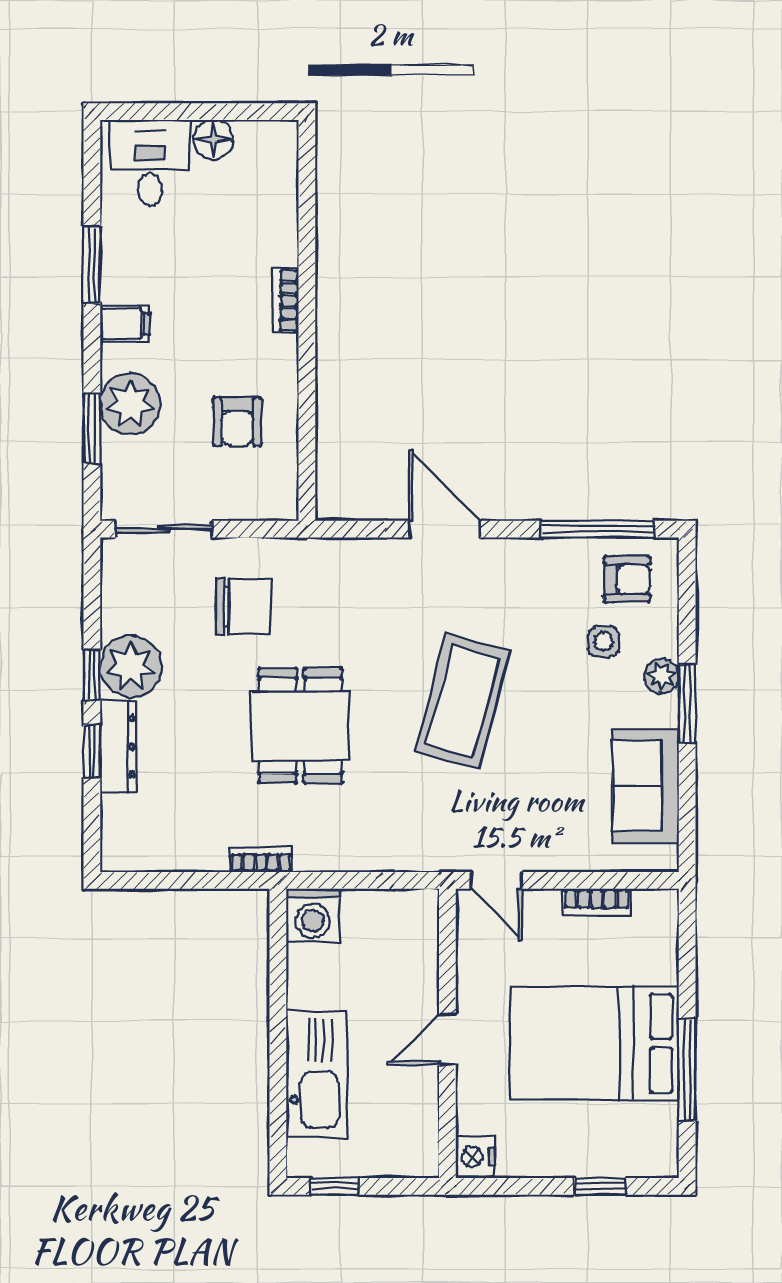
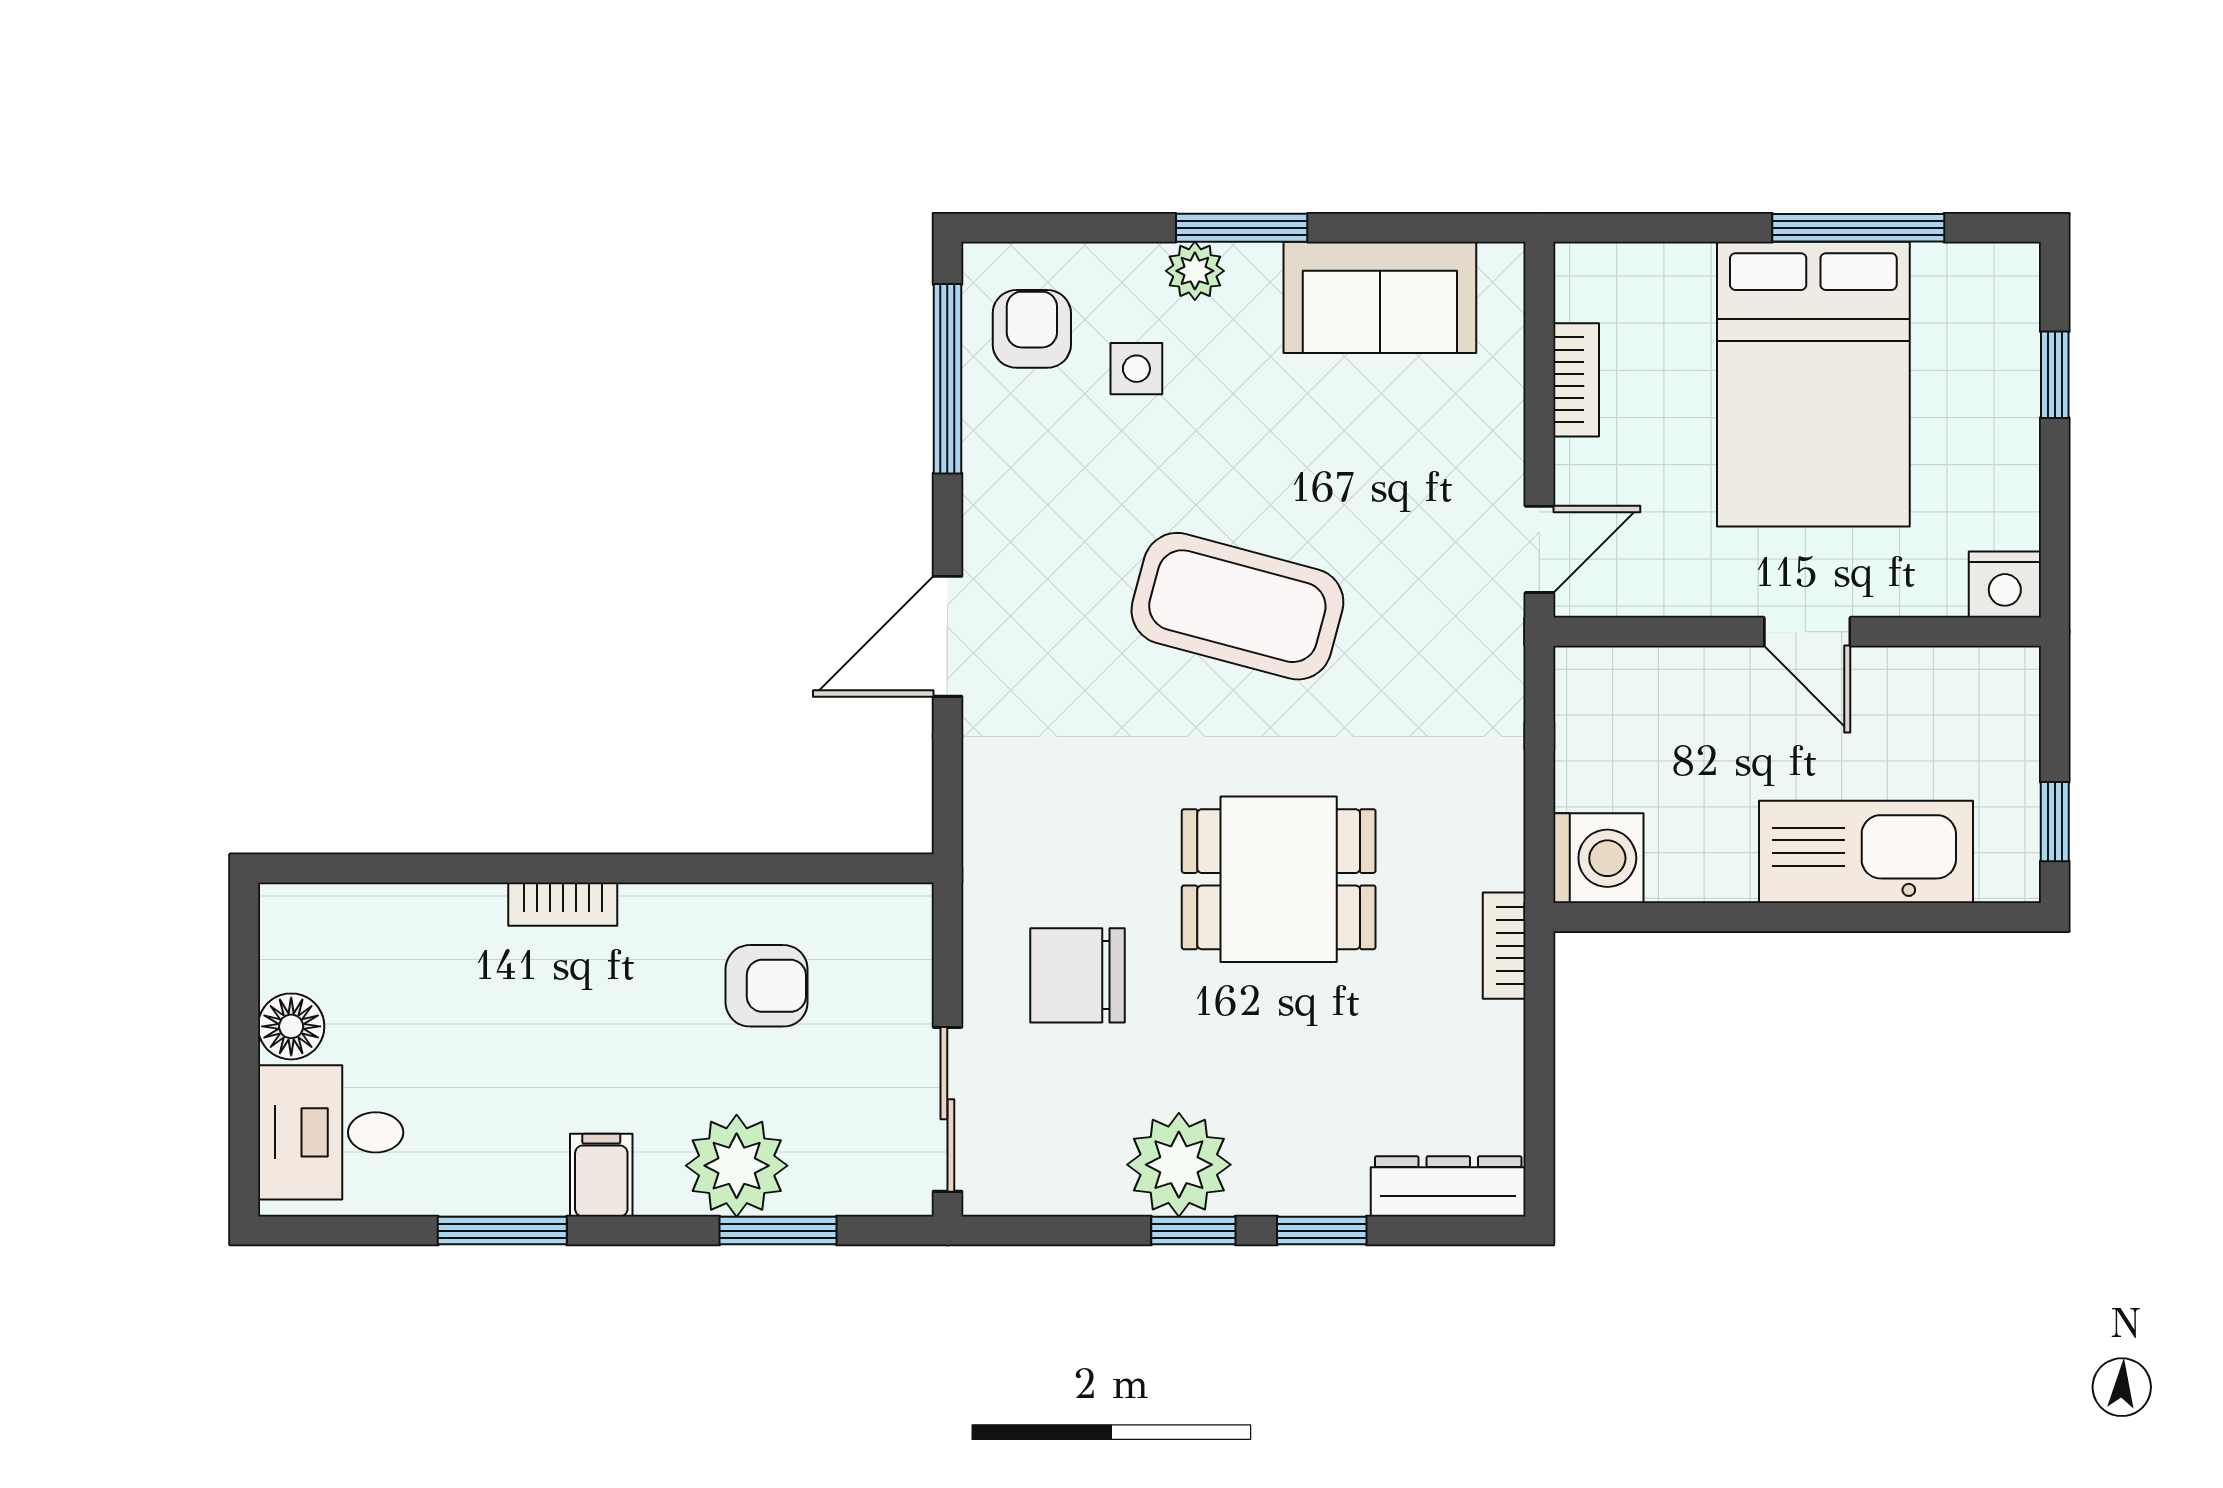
chair: (243, 606) -> (1077, 975), turned -90
dresser: (118, 746) -> (1448, 1186), moved

